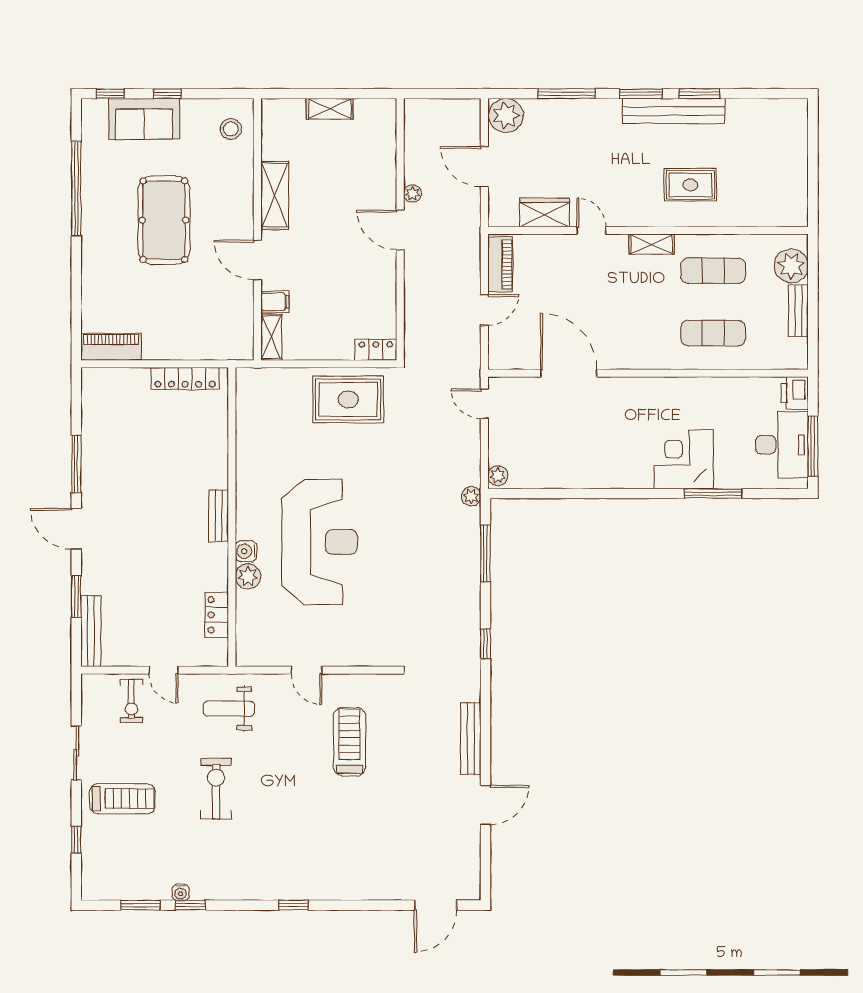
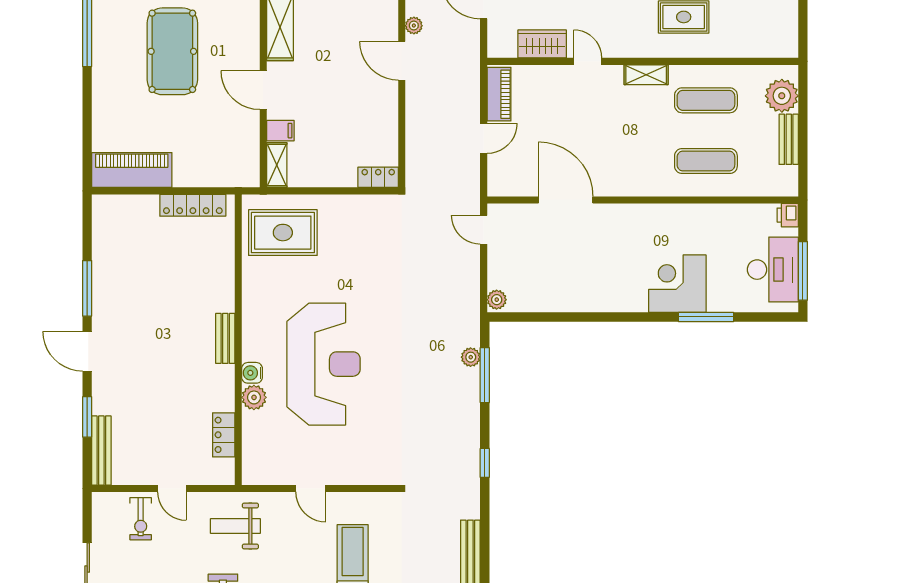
piano: (111, 347) -> (132, 170), width x1.37, depth x1.33
printer: (795, 393) -> (788, 215), width x0.73, depth x0.81
rug: (348, 399) -> (283, 233), moved
plant: (471, 496) -> (471, 357), moved

